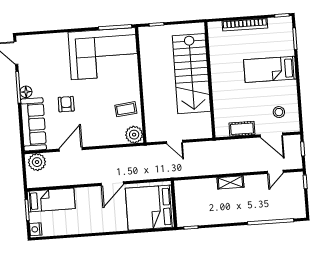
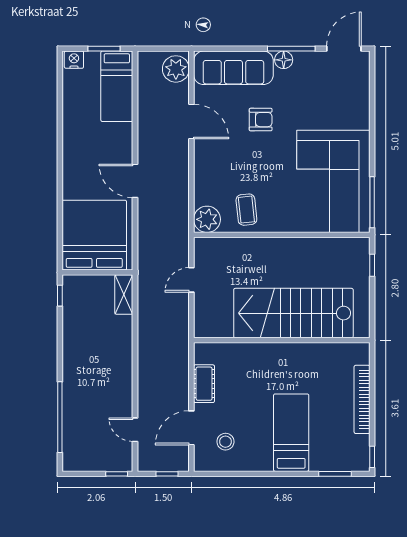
shelving: (230, 182) -> (124, 295), moved

